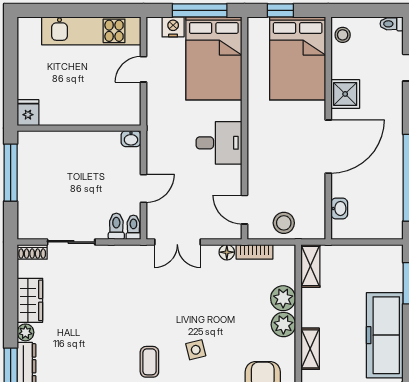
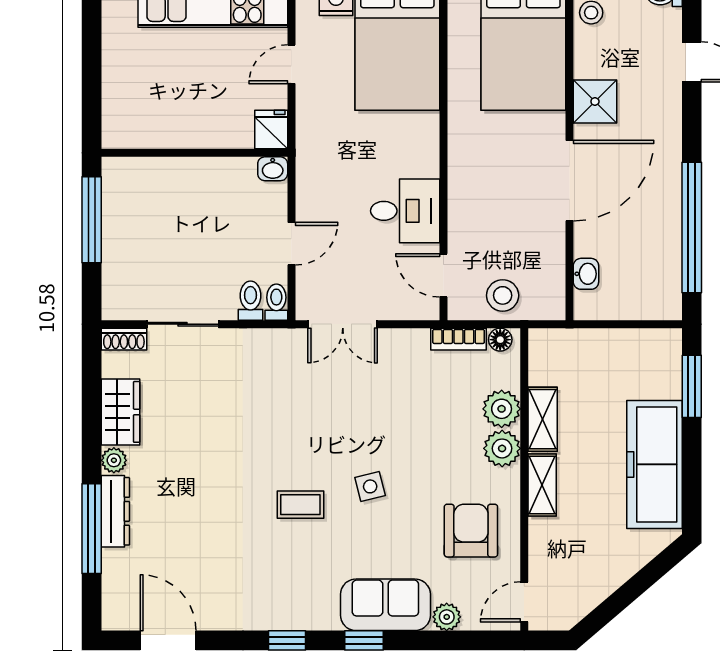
fridge: (28, 113) -> (271, 130), moved
desk: (219, 143) -> (405, 211), moved
floor lamp: (227, 252) -> (500, 340), moved
shelving: (310, 266) -> (543, 419), moved
coffee table: (149, 362) -> (300, 505), turned 90

